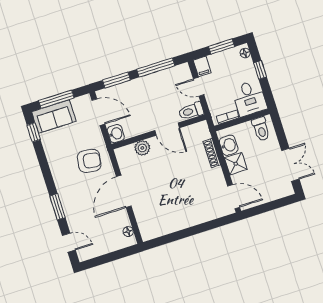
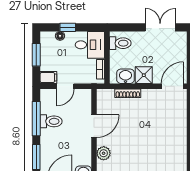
floor lamp: (245, 53) -> (60, 36), moved
toilet: (191, 111) -> (51, 121), moved, turned -90

